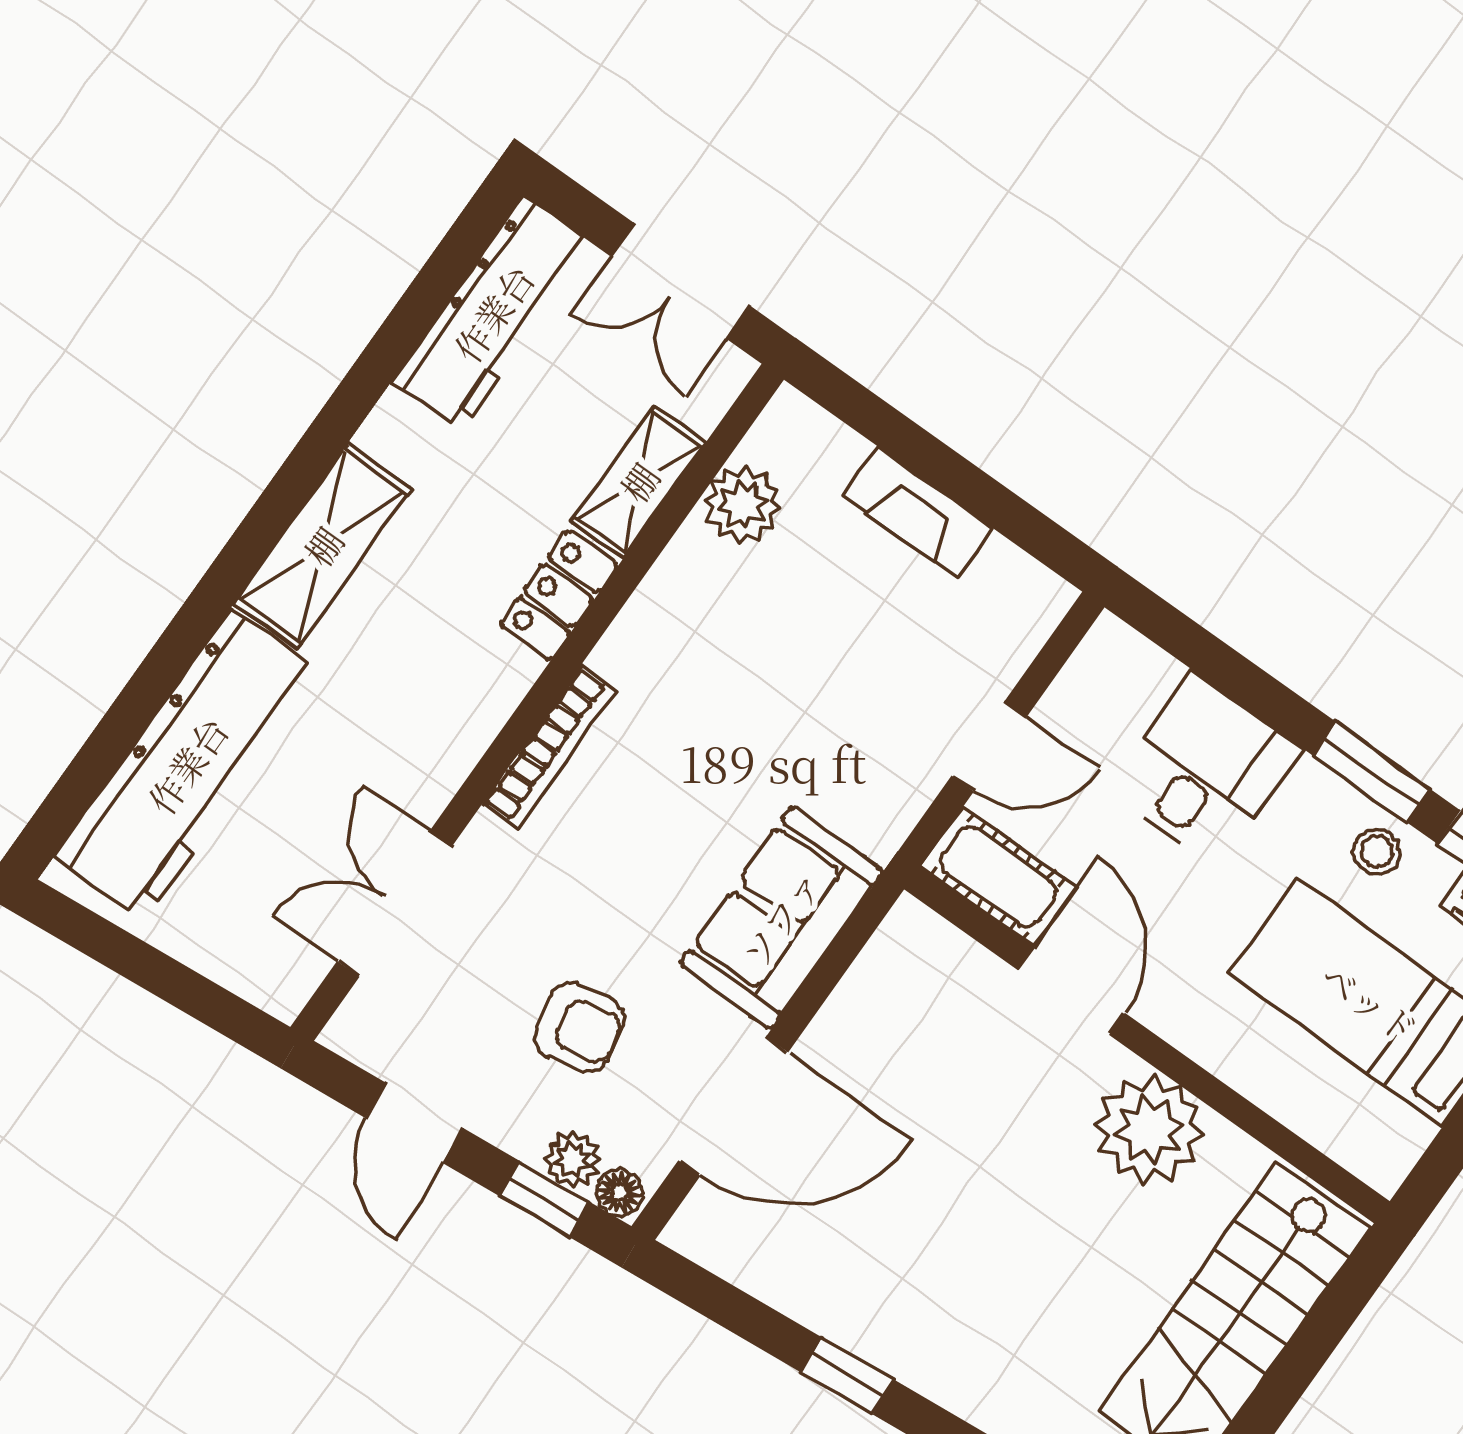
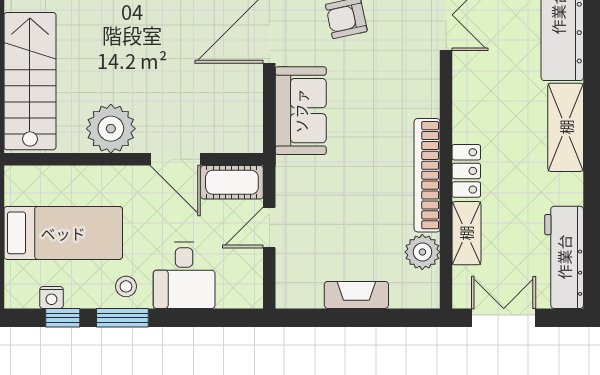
bookcase: (549, 747) -> (427, 175), moved, width x1.48, depth x1.31
stool: (1377, 851) -> (126, 286), moved

